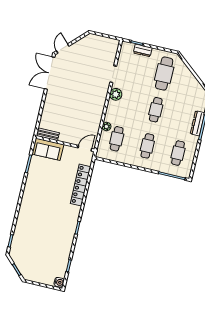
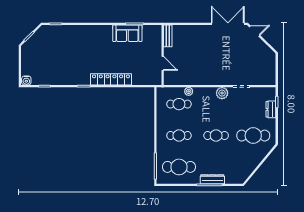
door: (85, 148) -> (163, 63), moved
sofa: (48, 149) -> (127, 33), moved, turned -90
cafe table: (178, 153) -> (179, 167), width x1.37, depth x1.35
locker: (80, 185) -> (111, 79), moved

